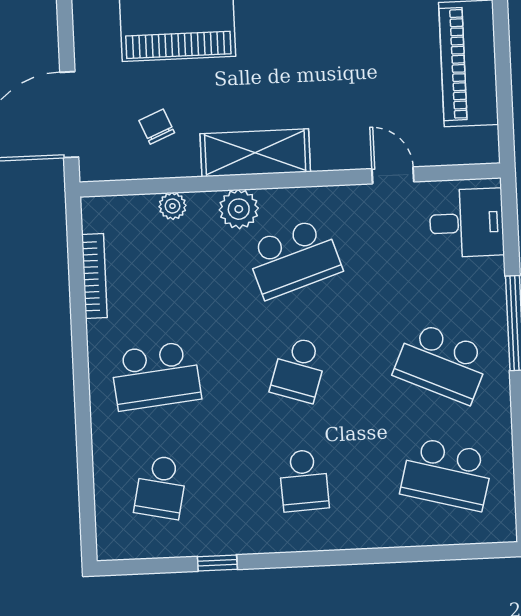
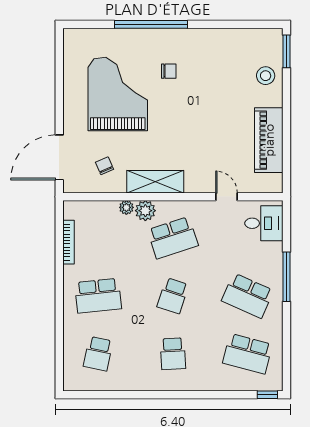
plant: (172, 206) -> (126, 207), moved
window: (217, 563) -> (267, 395), moved

